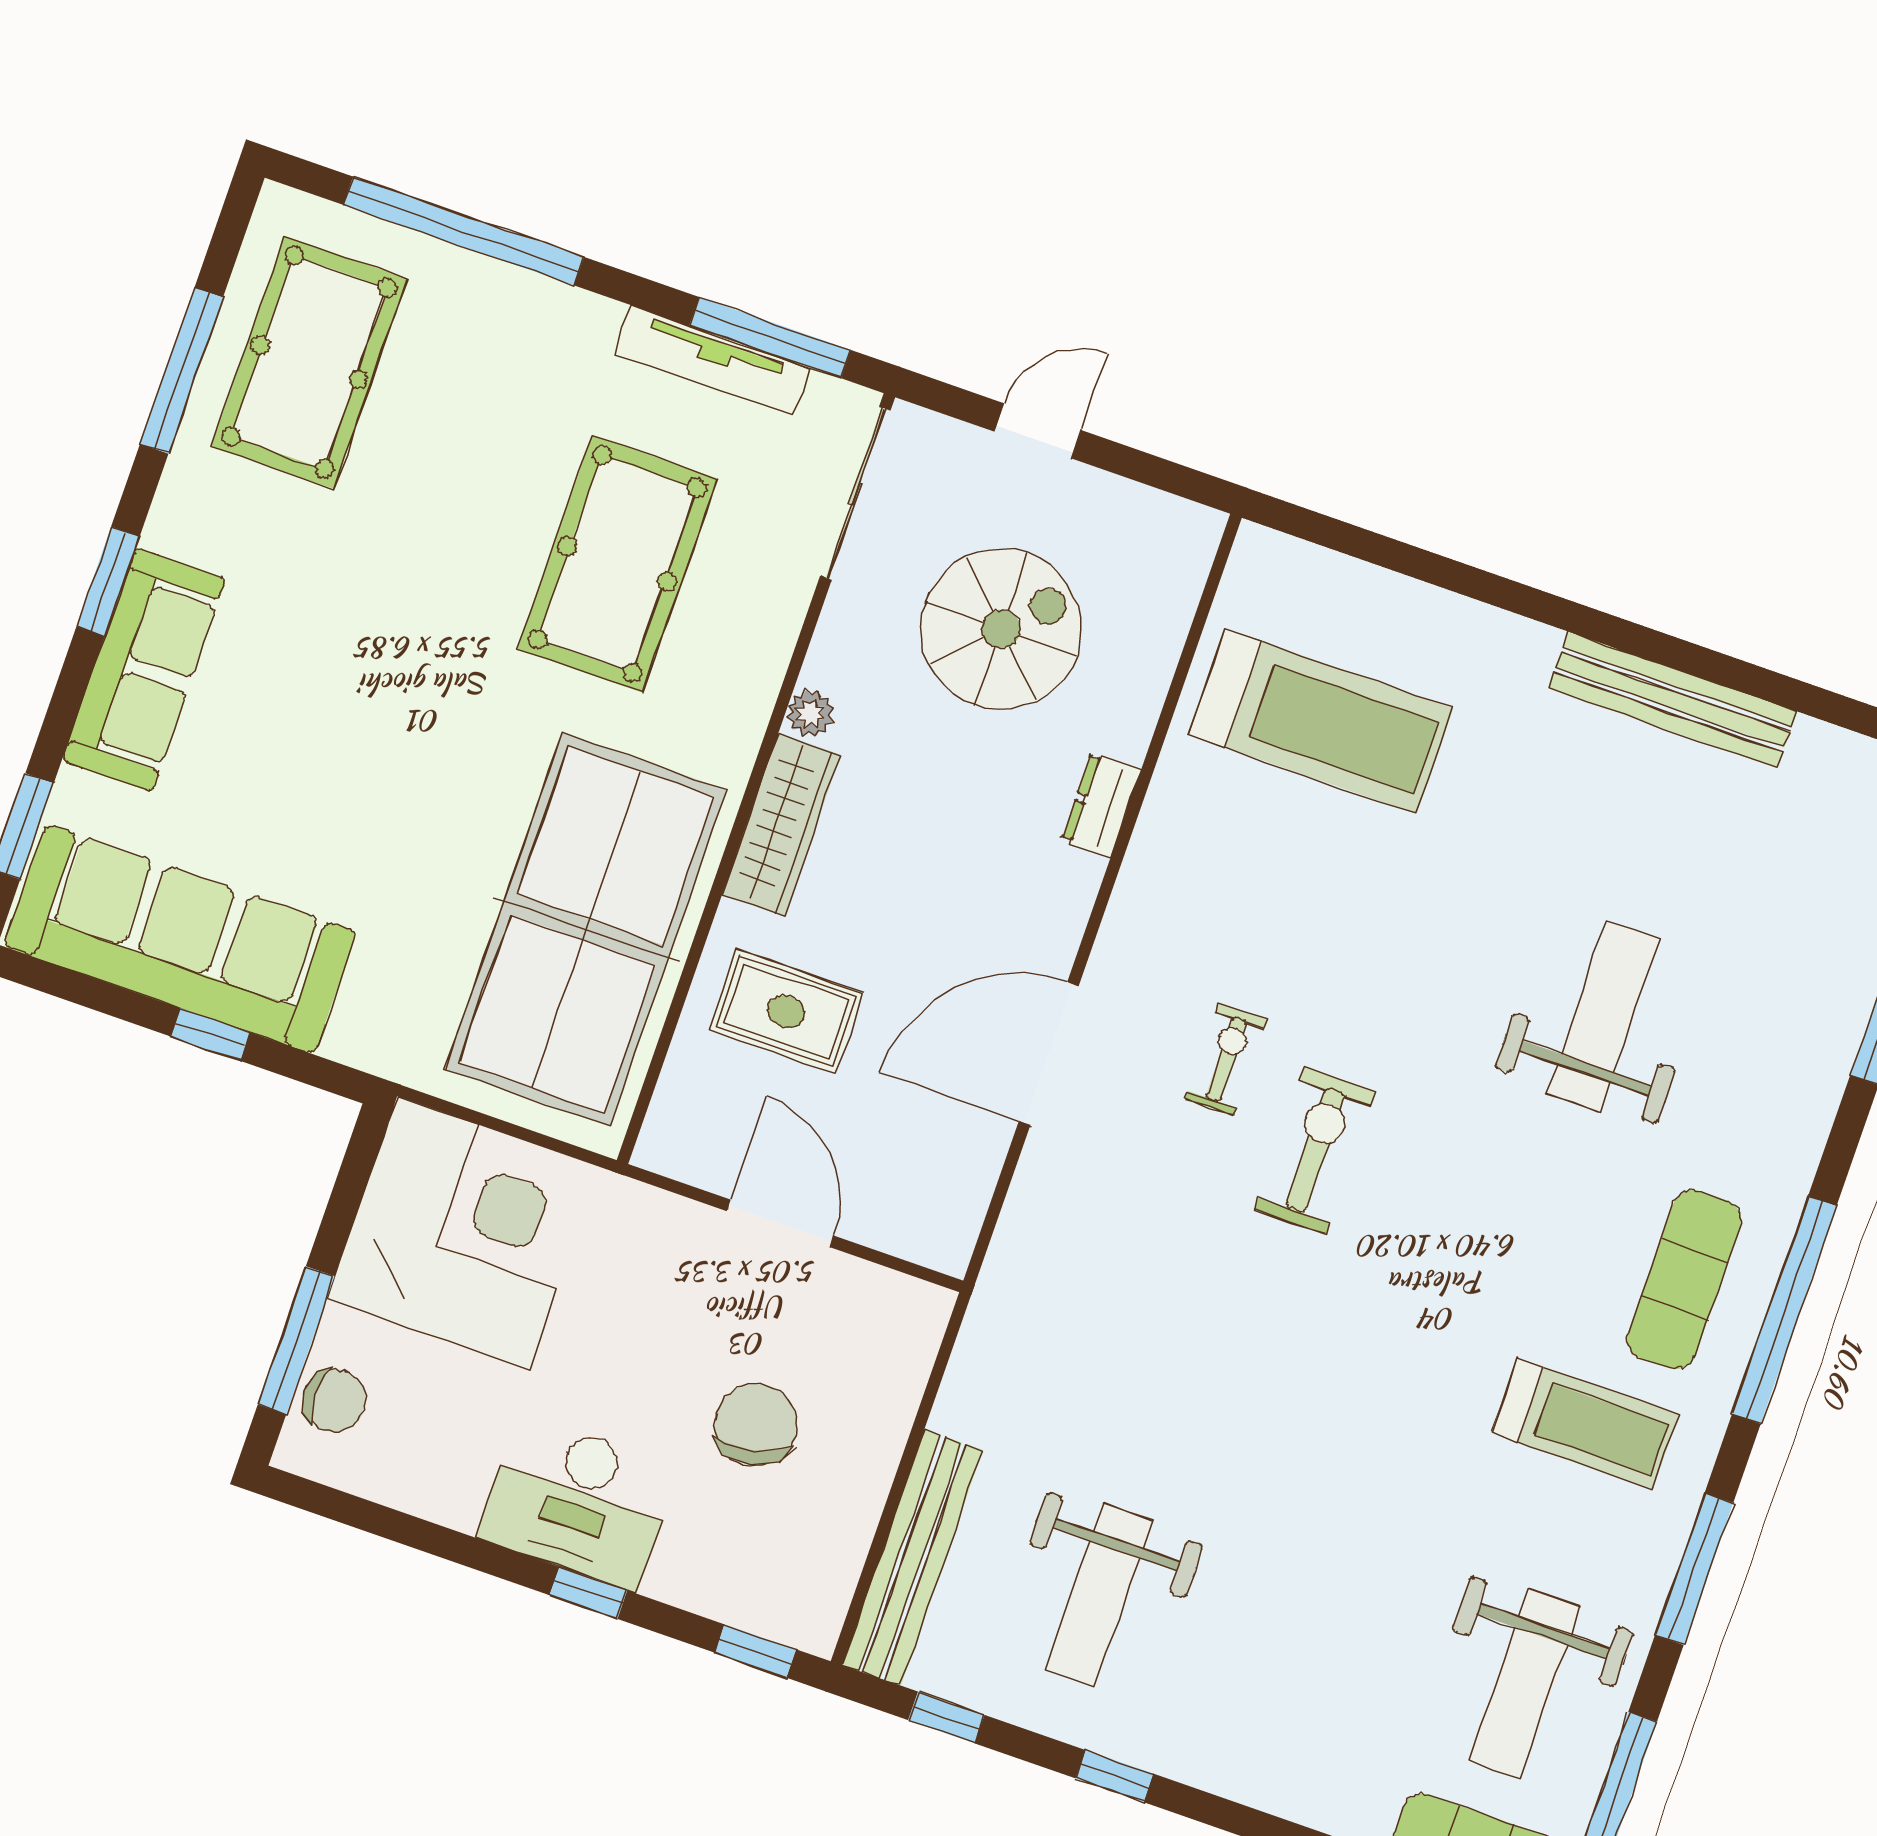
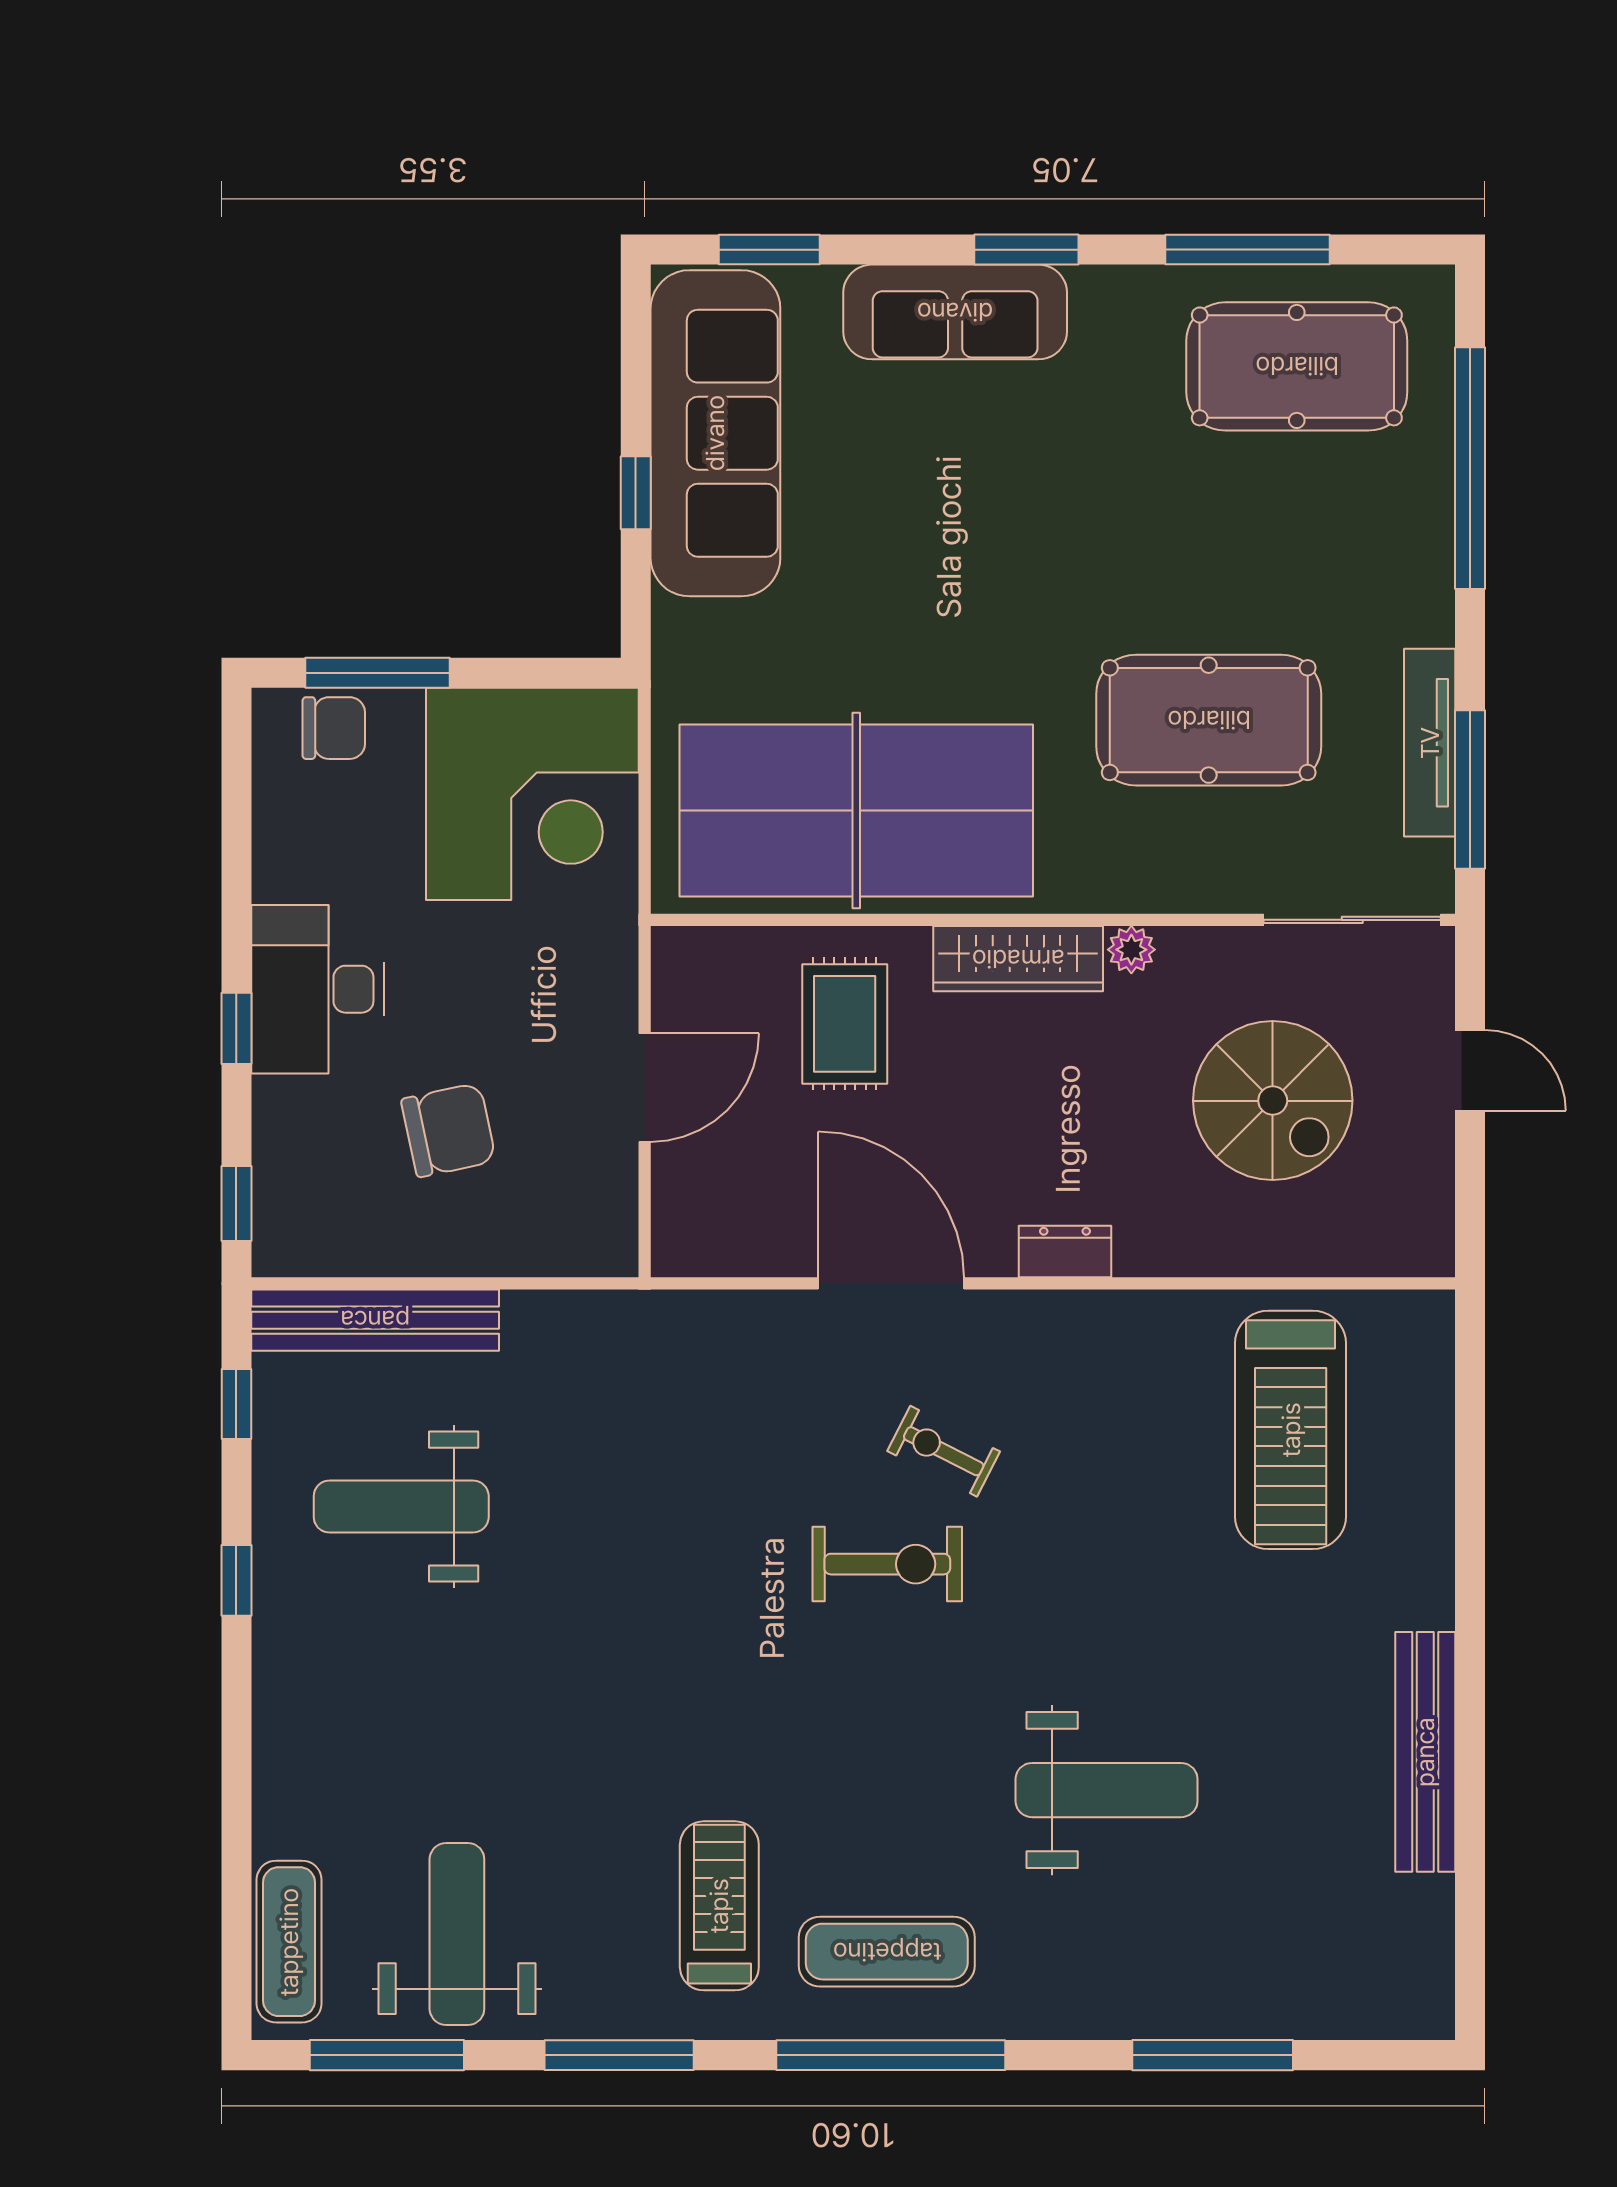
dresser: (1101, 805) -> (1065, 1251), moved
exercise bike: (1226, 1059) -> (944, 1451), turned -153
chair: (334, 1400) -> (334, 728), turned -90
treadmill: (1585, 1424) -> (719, 1906), turned 180
weight bench: (1525, 1683) -> (457, 1934), turned 90

